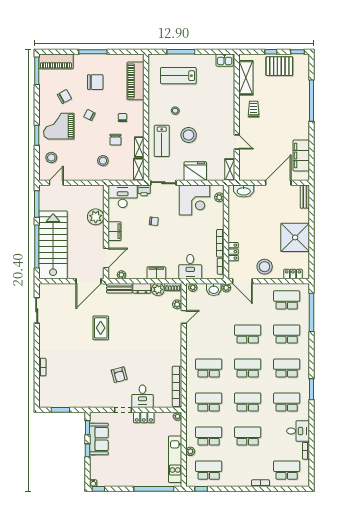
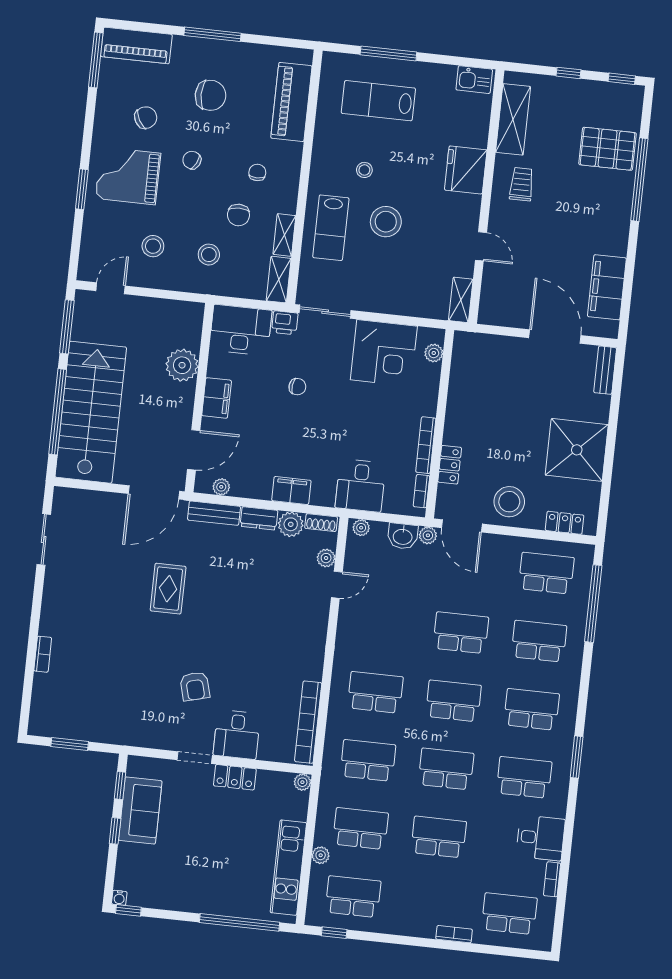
pallet: (279, 66) -> (608, 149), moved
stool: (51, 158) -> (153, 246), moved
fridge: (195, 171) -> (466, 170), moved, turned -90
door: (278, 183) -> (555, 337), hinge flipped
washbasin: (244, 191) -> (484, 346), removed

